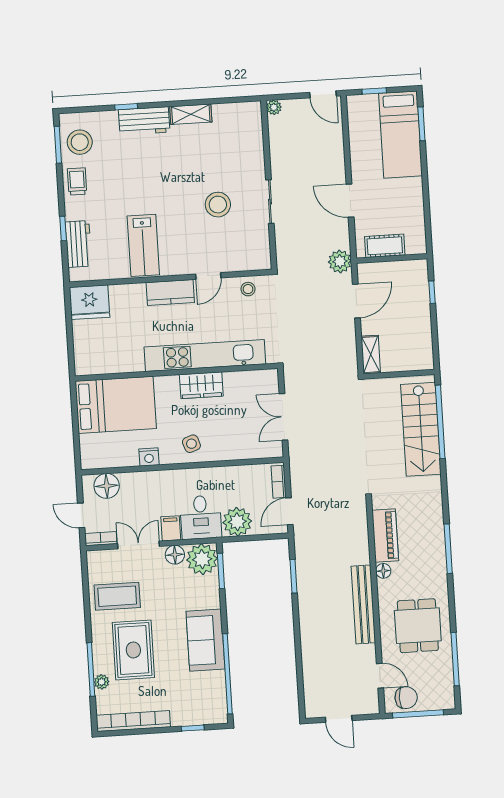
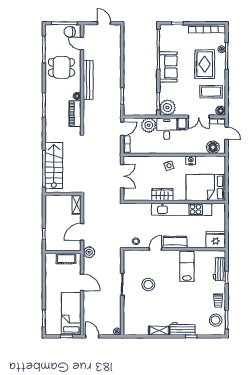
bed: (400, 135) -> (71, 314), moved
kitchen unit: (205, 356) -> (182, 209), moved
floor lamp: (175, 555) -> (221, 111), moved
dining table: (418, 626) -> (62, 67), turned 90

